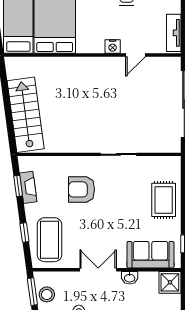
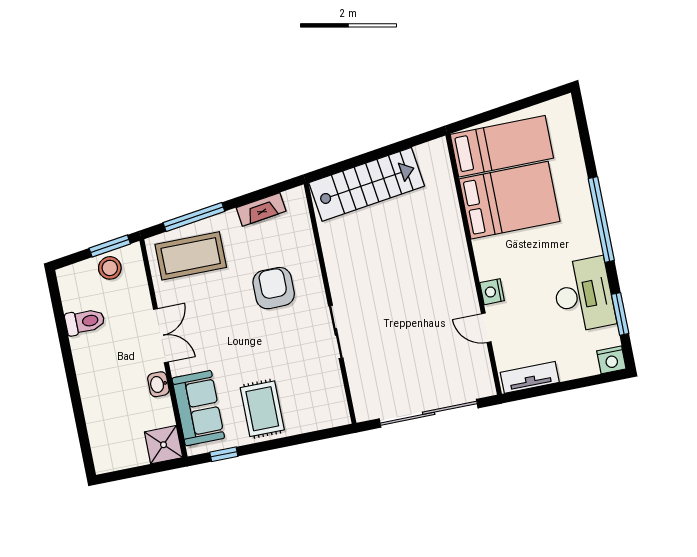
window: (18, 186) -> (260, 194), removed
rug: (164, 200) -> (262, 409), moved, turned 90
window: (24, 233) -> (194, 217), width x2.17

